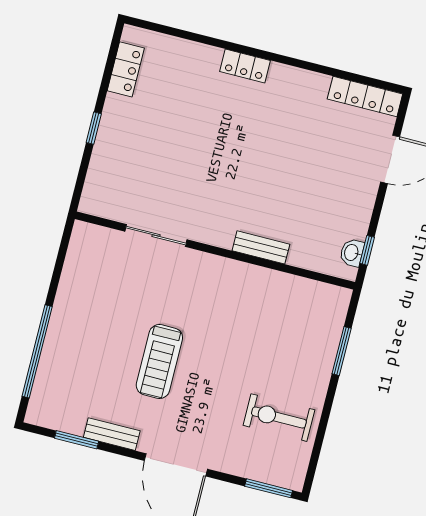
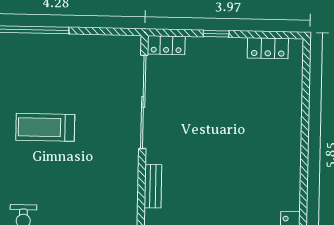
locker: (245, 66) -> (166, 45), moved, turned -90
sliding door: (156, 236) -> (143, 102), width x1.86

